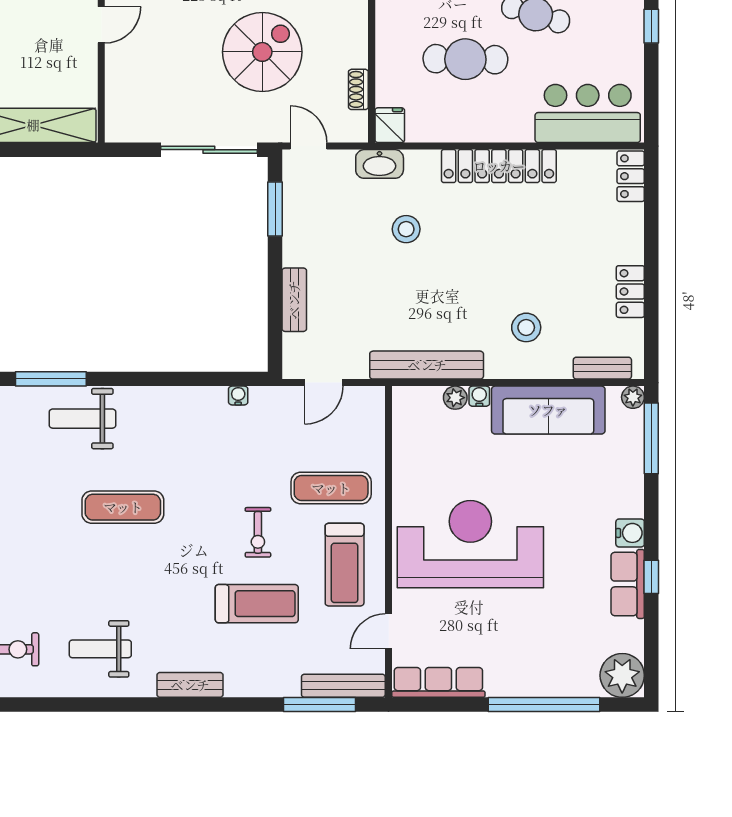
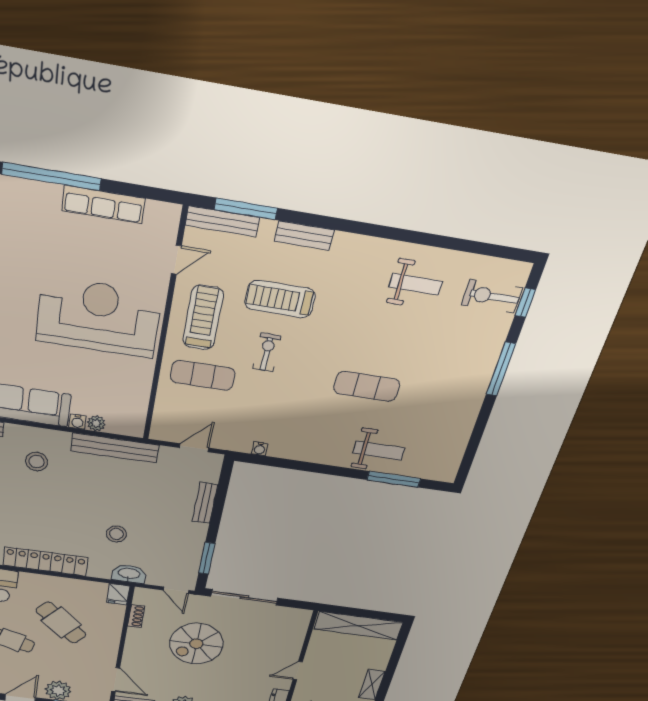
cafe table: (465, 59) -> (61, 623), turned 40
reception desk: (470, 544) -> (99, 317), turned 180
row of seats: (438, 682) -> (103, 205), moved
bench: (190, 685) -> (304, 236), moved

